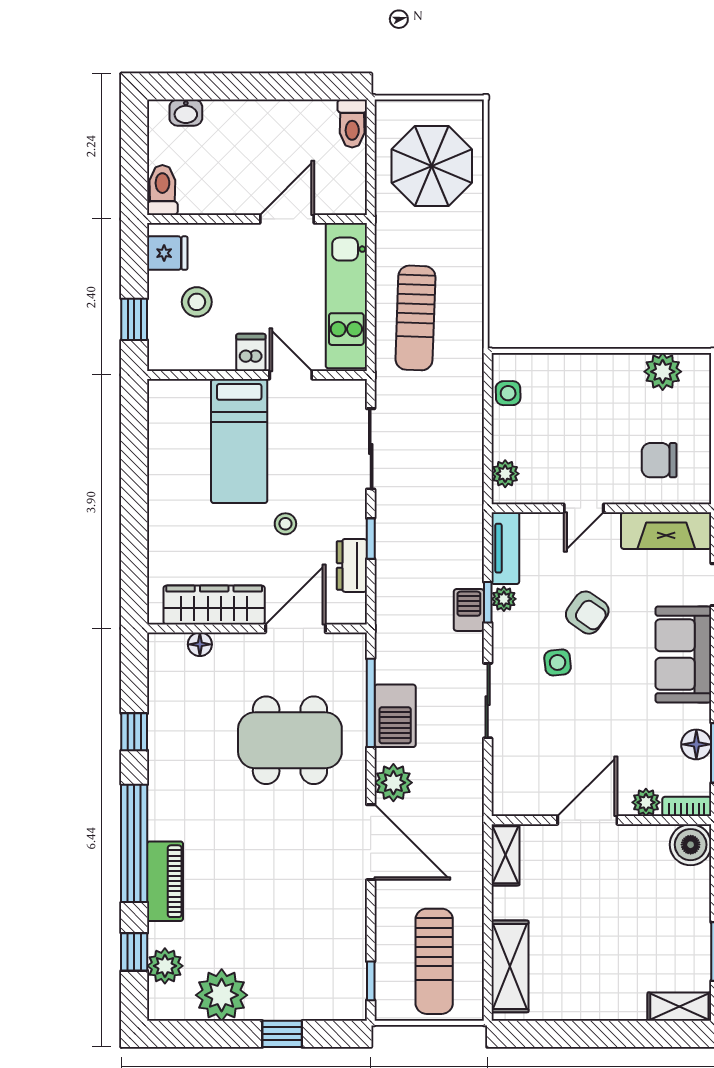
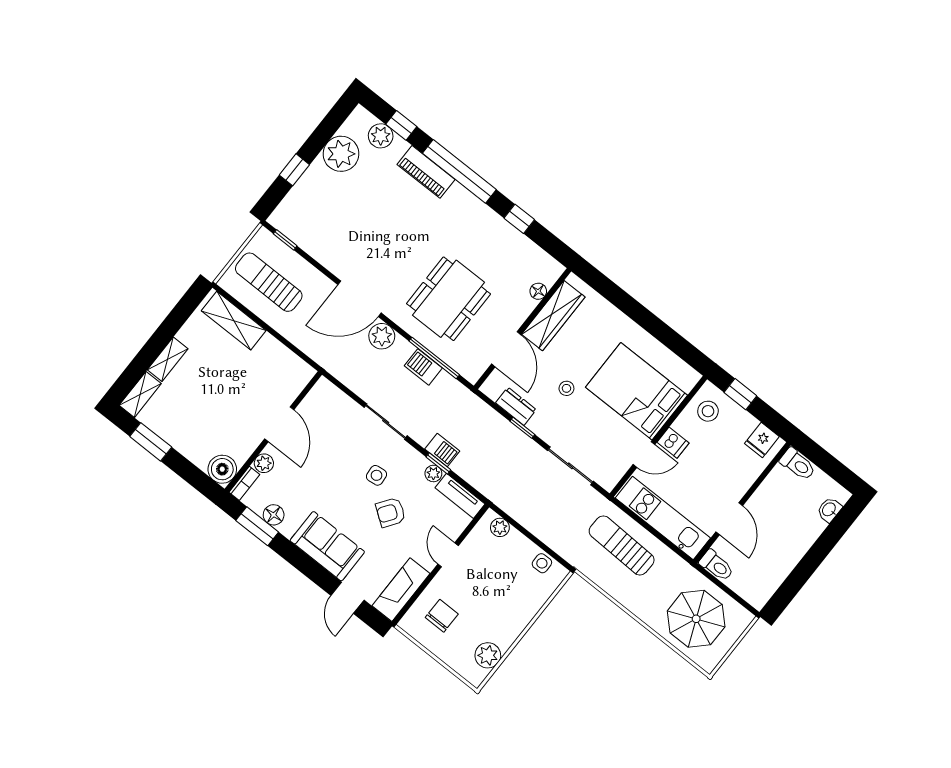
toilet: (352, 124) -> (717, 566), moved, turned 180
stool: (197, 302) -> (708, 411), moved
bed: (239, 441) -> (636, 391), width x1.50
barbecue: (395, 716) -> (423, 367), width x0.73, depth x0.79
shelving: (505, 855) -> (168, 359), moved, turned 90

